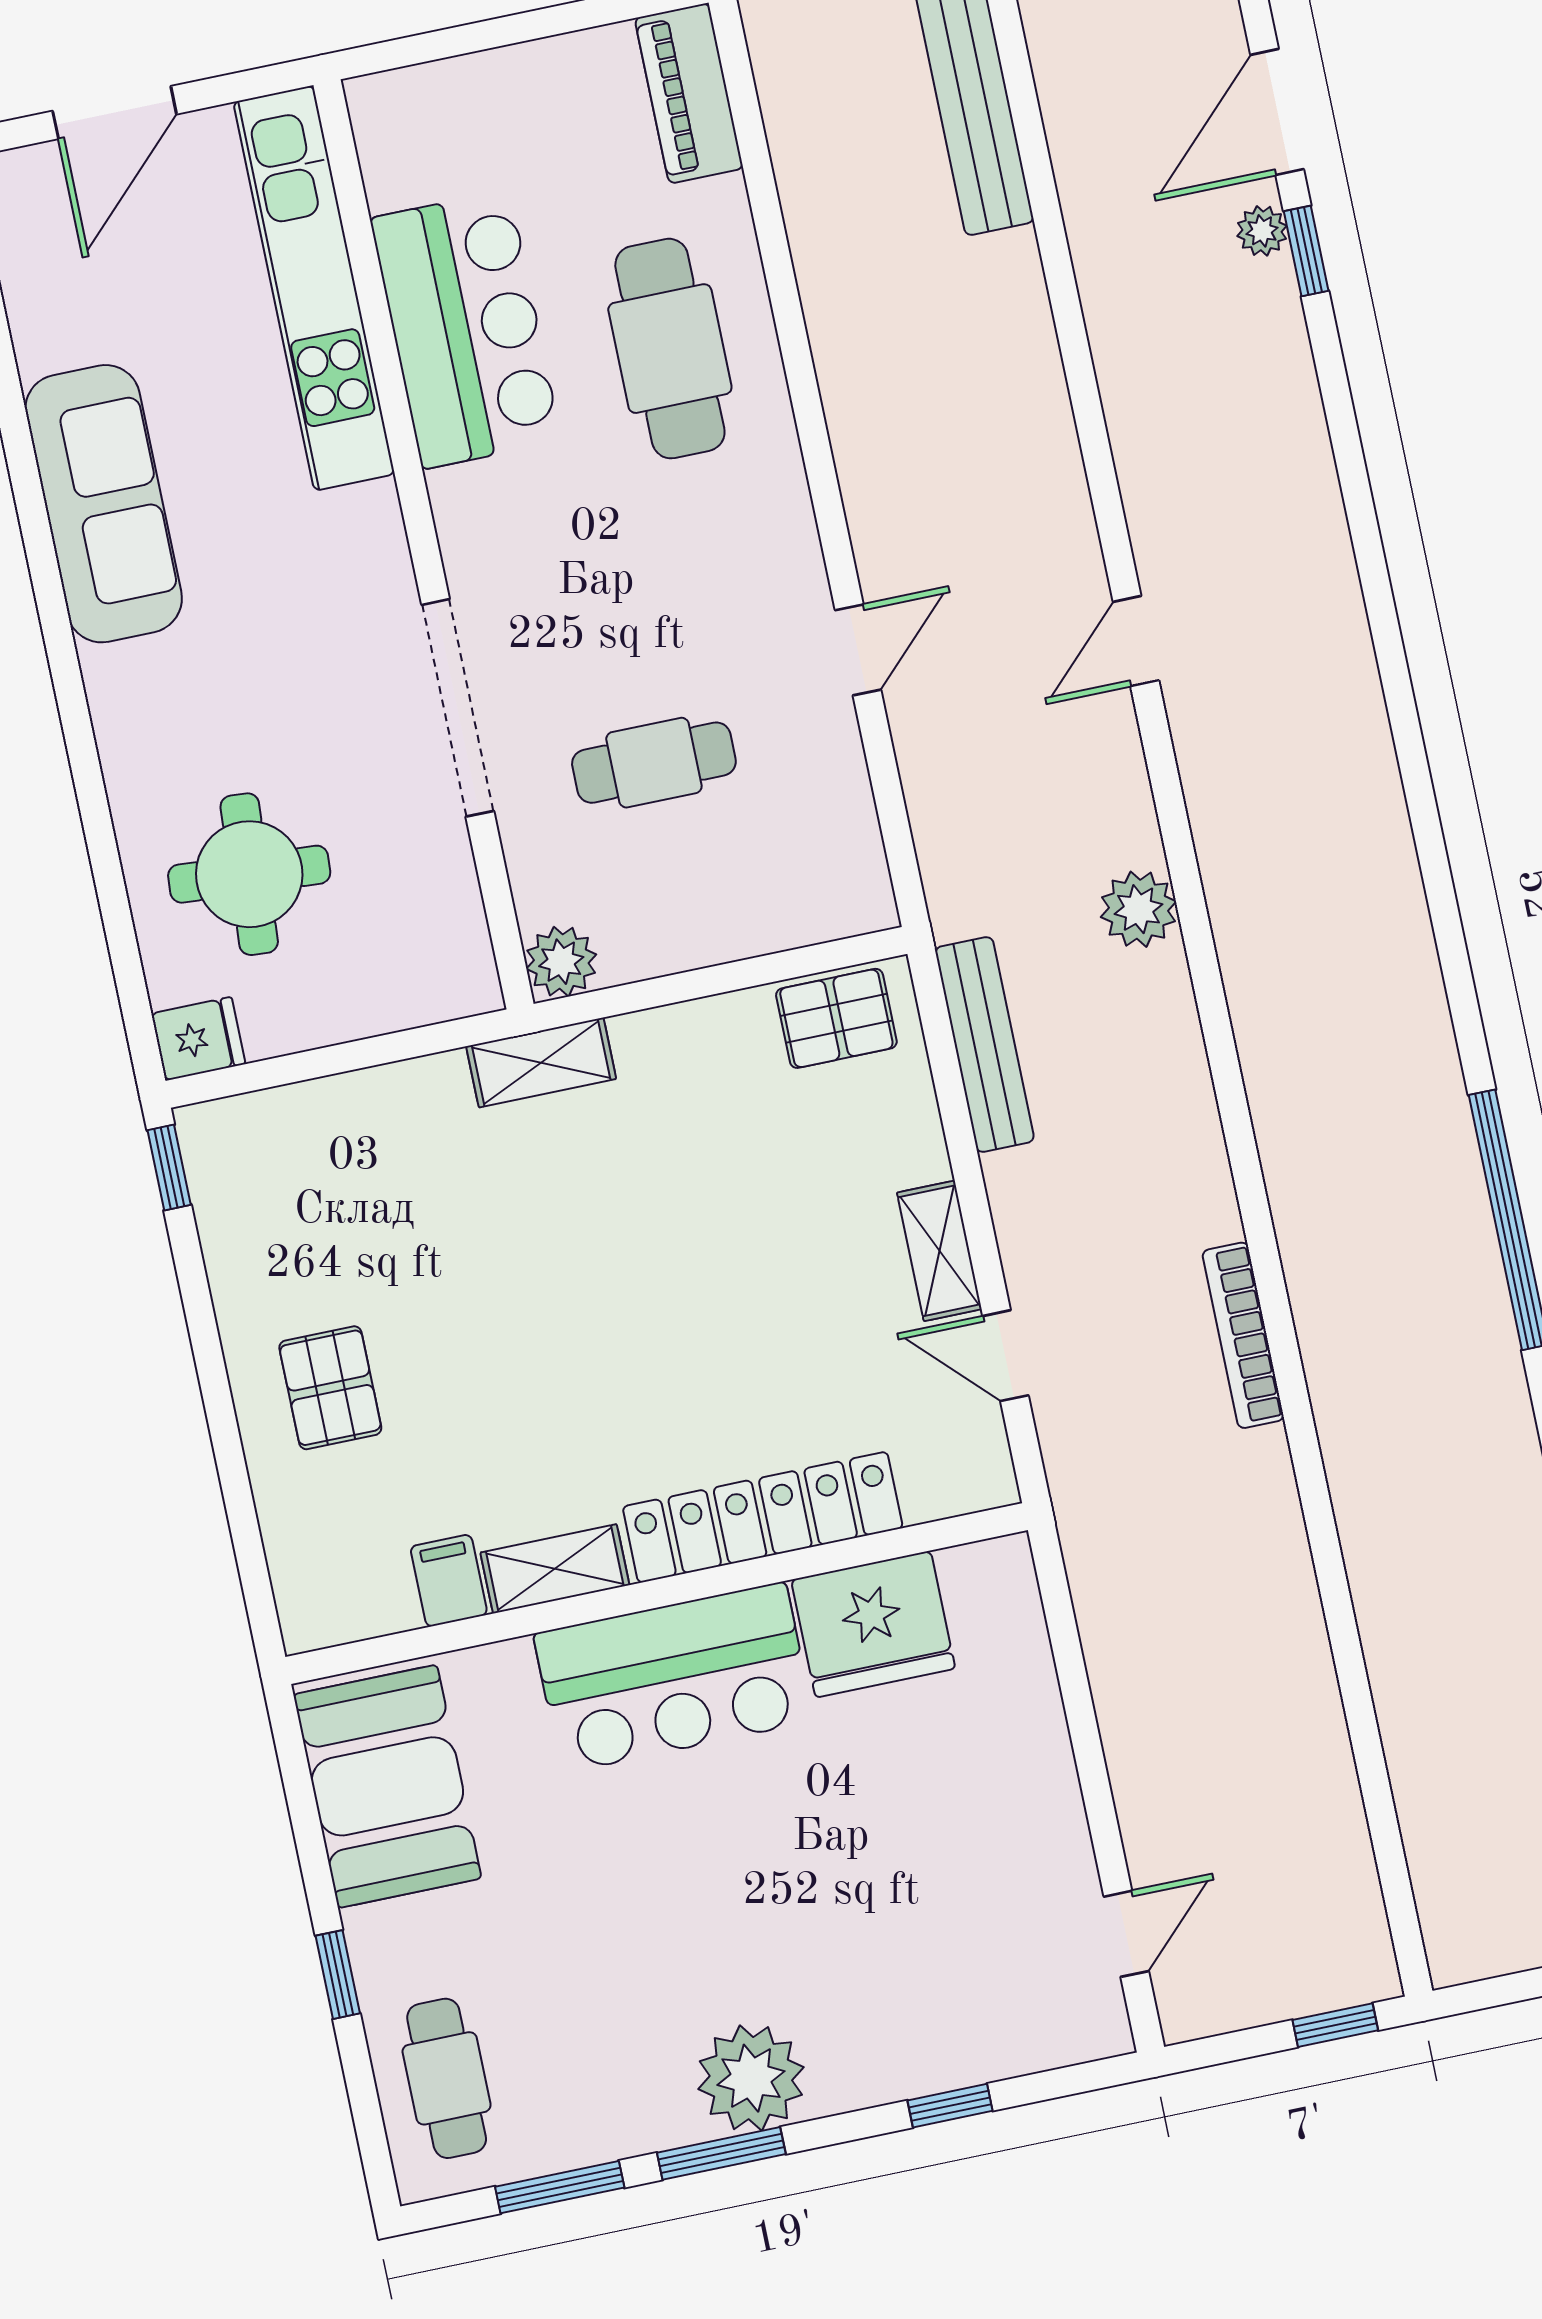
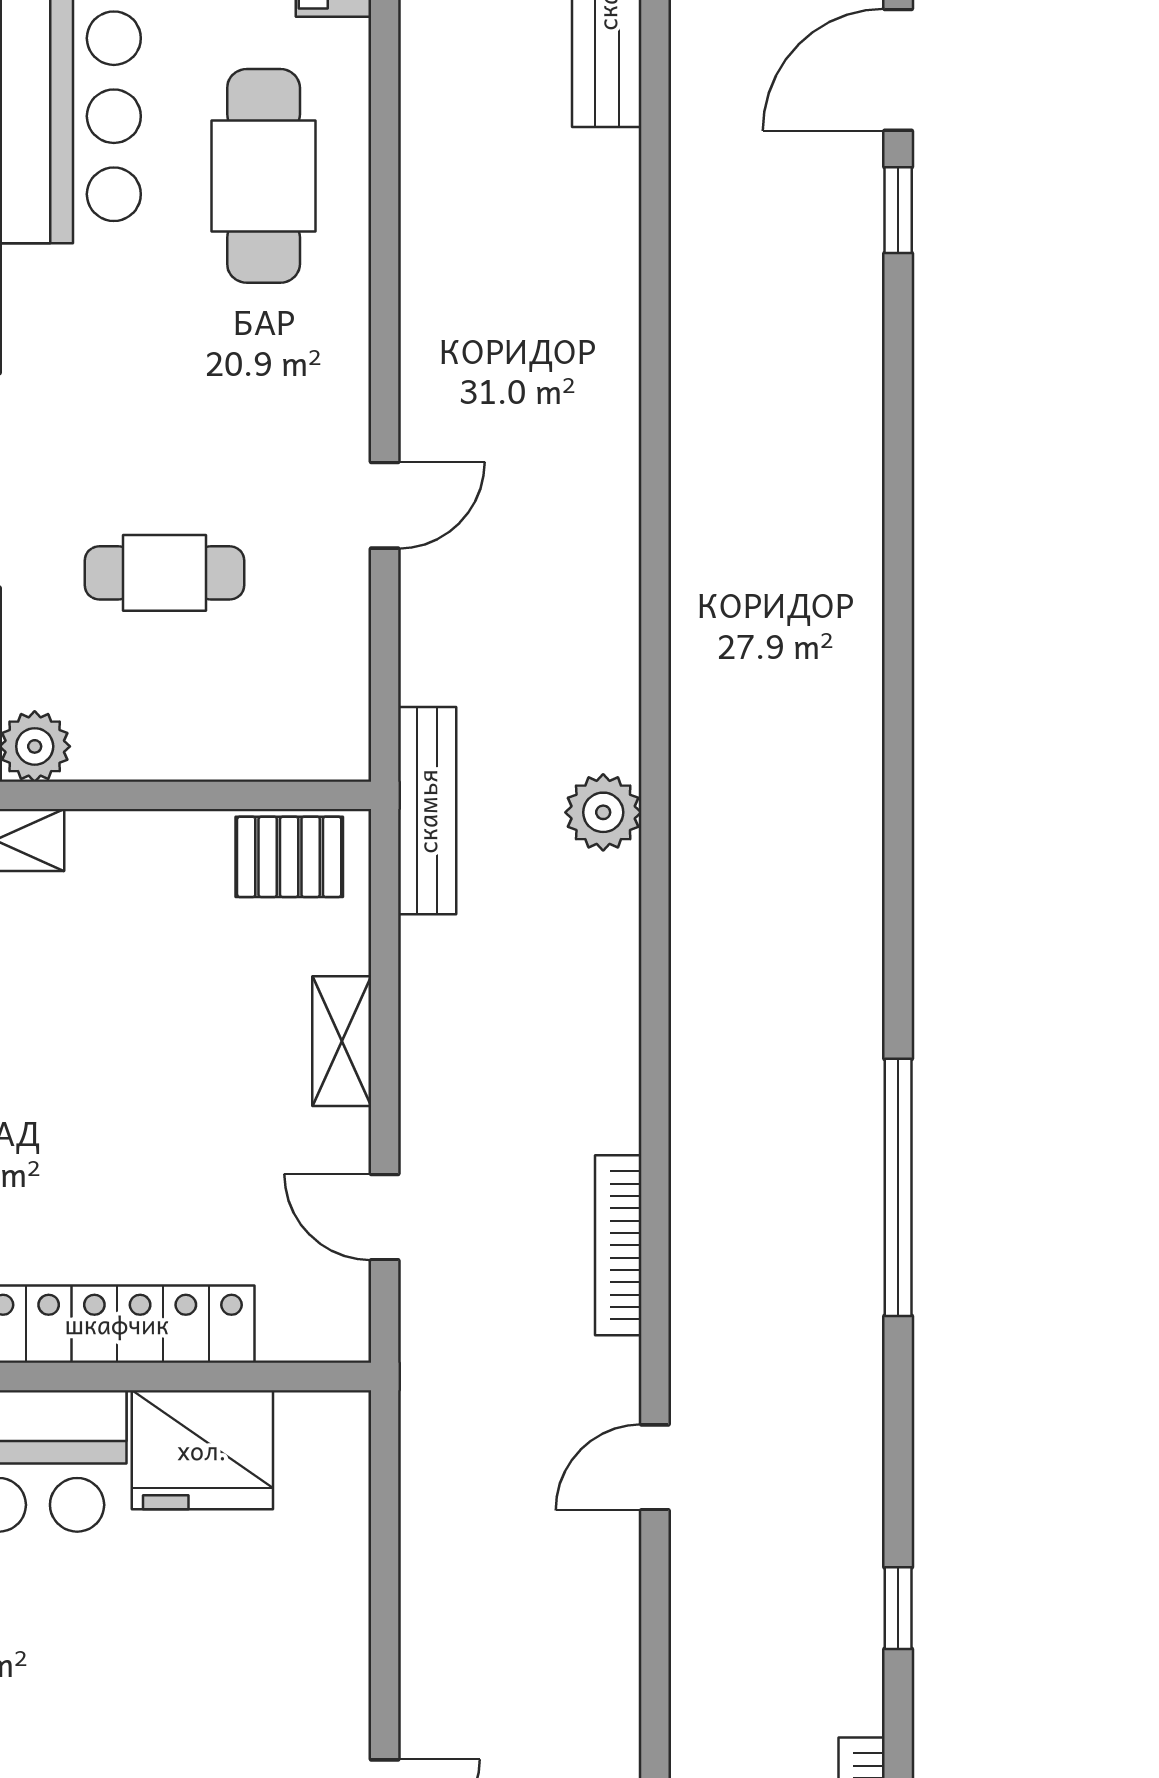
plant: (1262, 231) -> (859, 182), removed
door: (1136, 641) -> (655, 1467), moved
bench: (985, 1044) -> (427, 811), moved
shelving: (939, 1251) -> (342, 1041), moved

